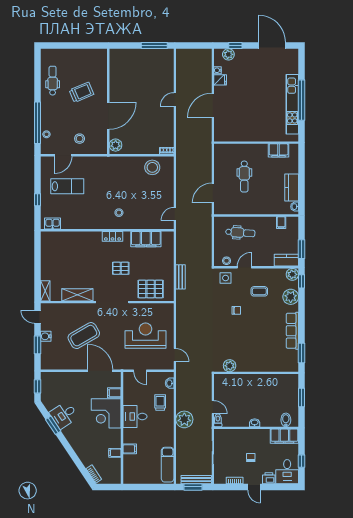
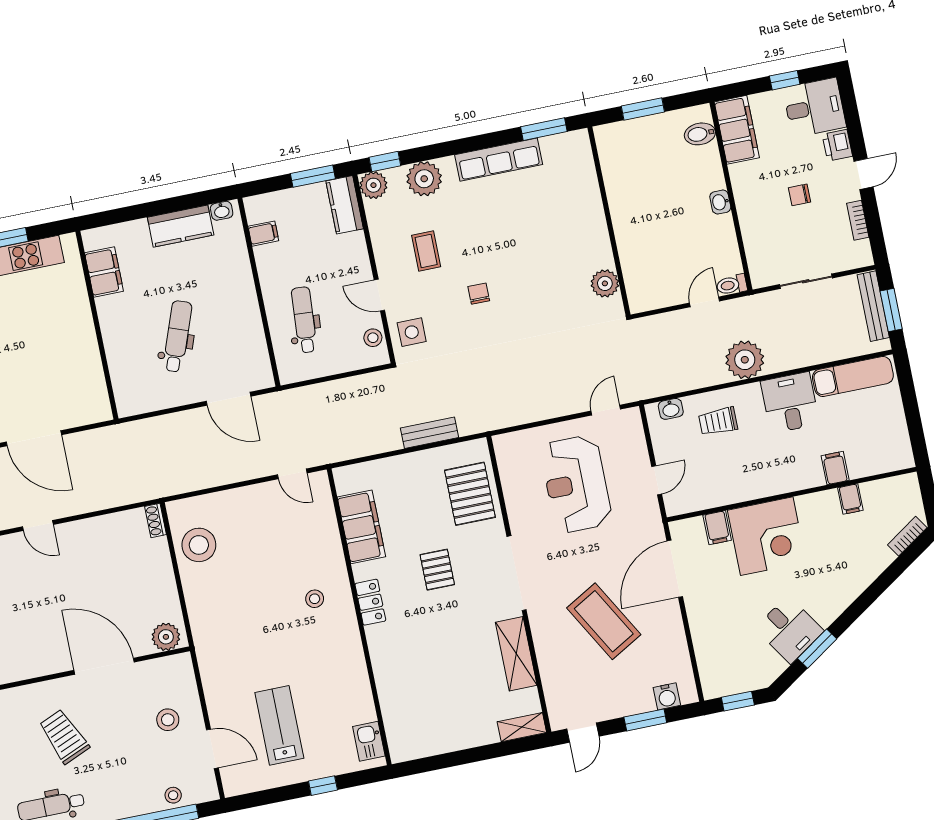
dental chair: (244, 176) -> (177, 336), turned -70
water cooler: (46, 336) -> (667, 696), moved
desk: (135, 416) -> (790, 403), moved, turned 180

